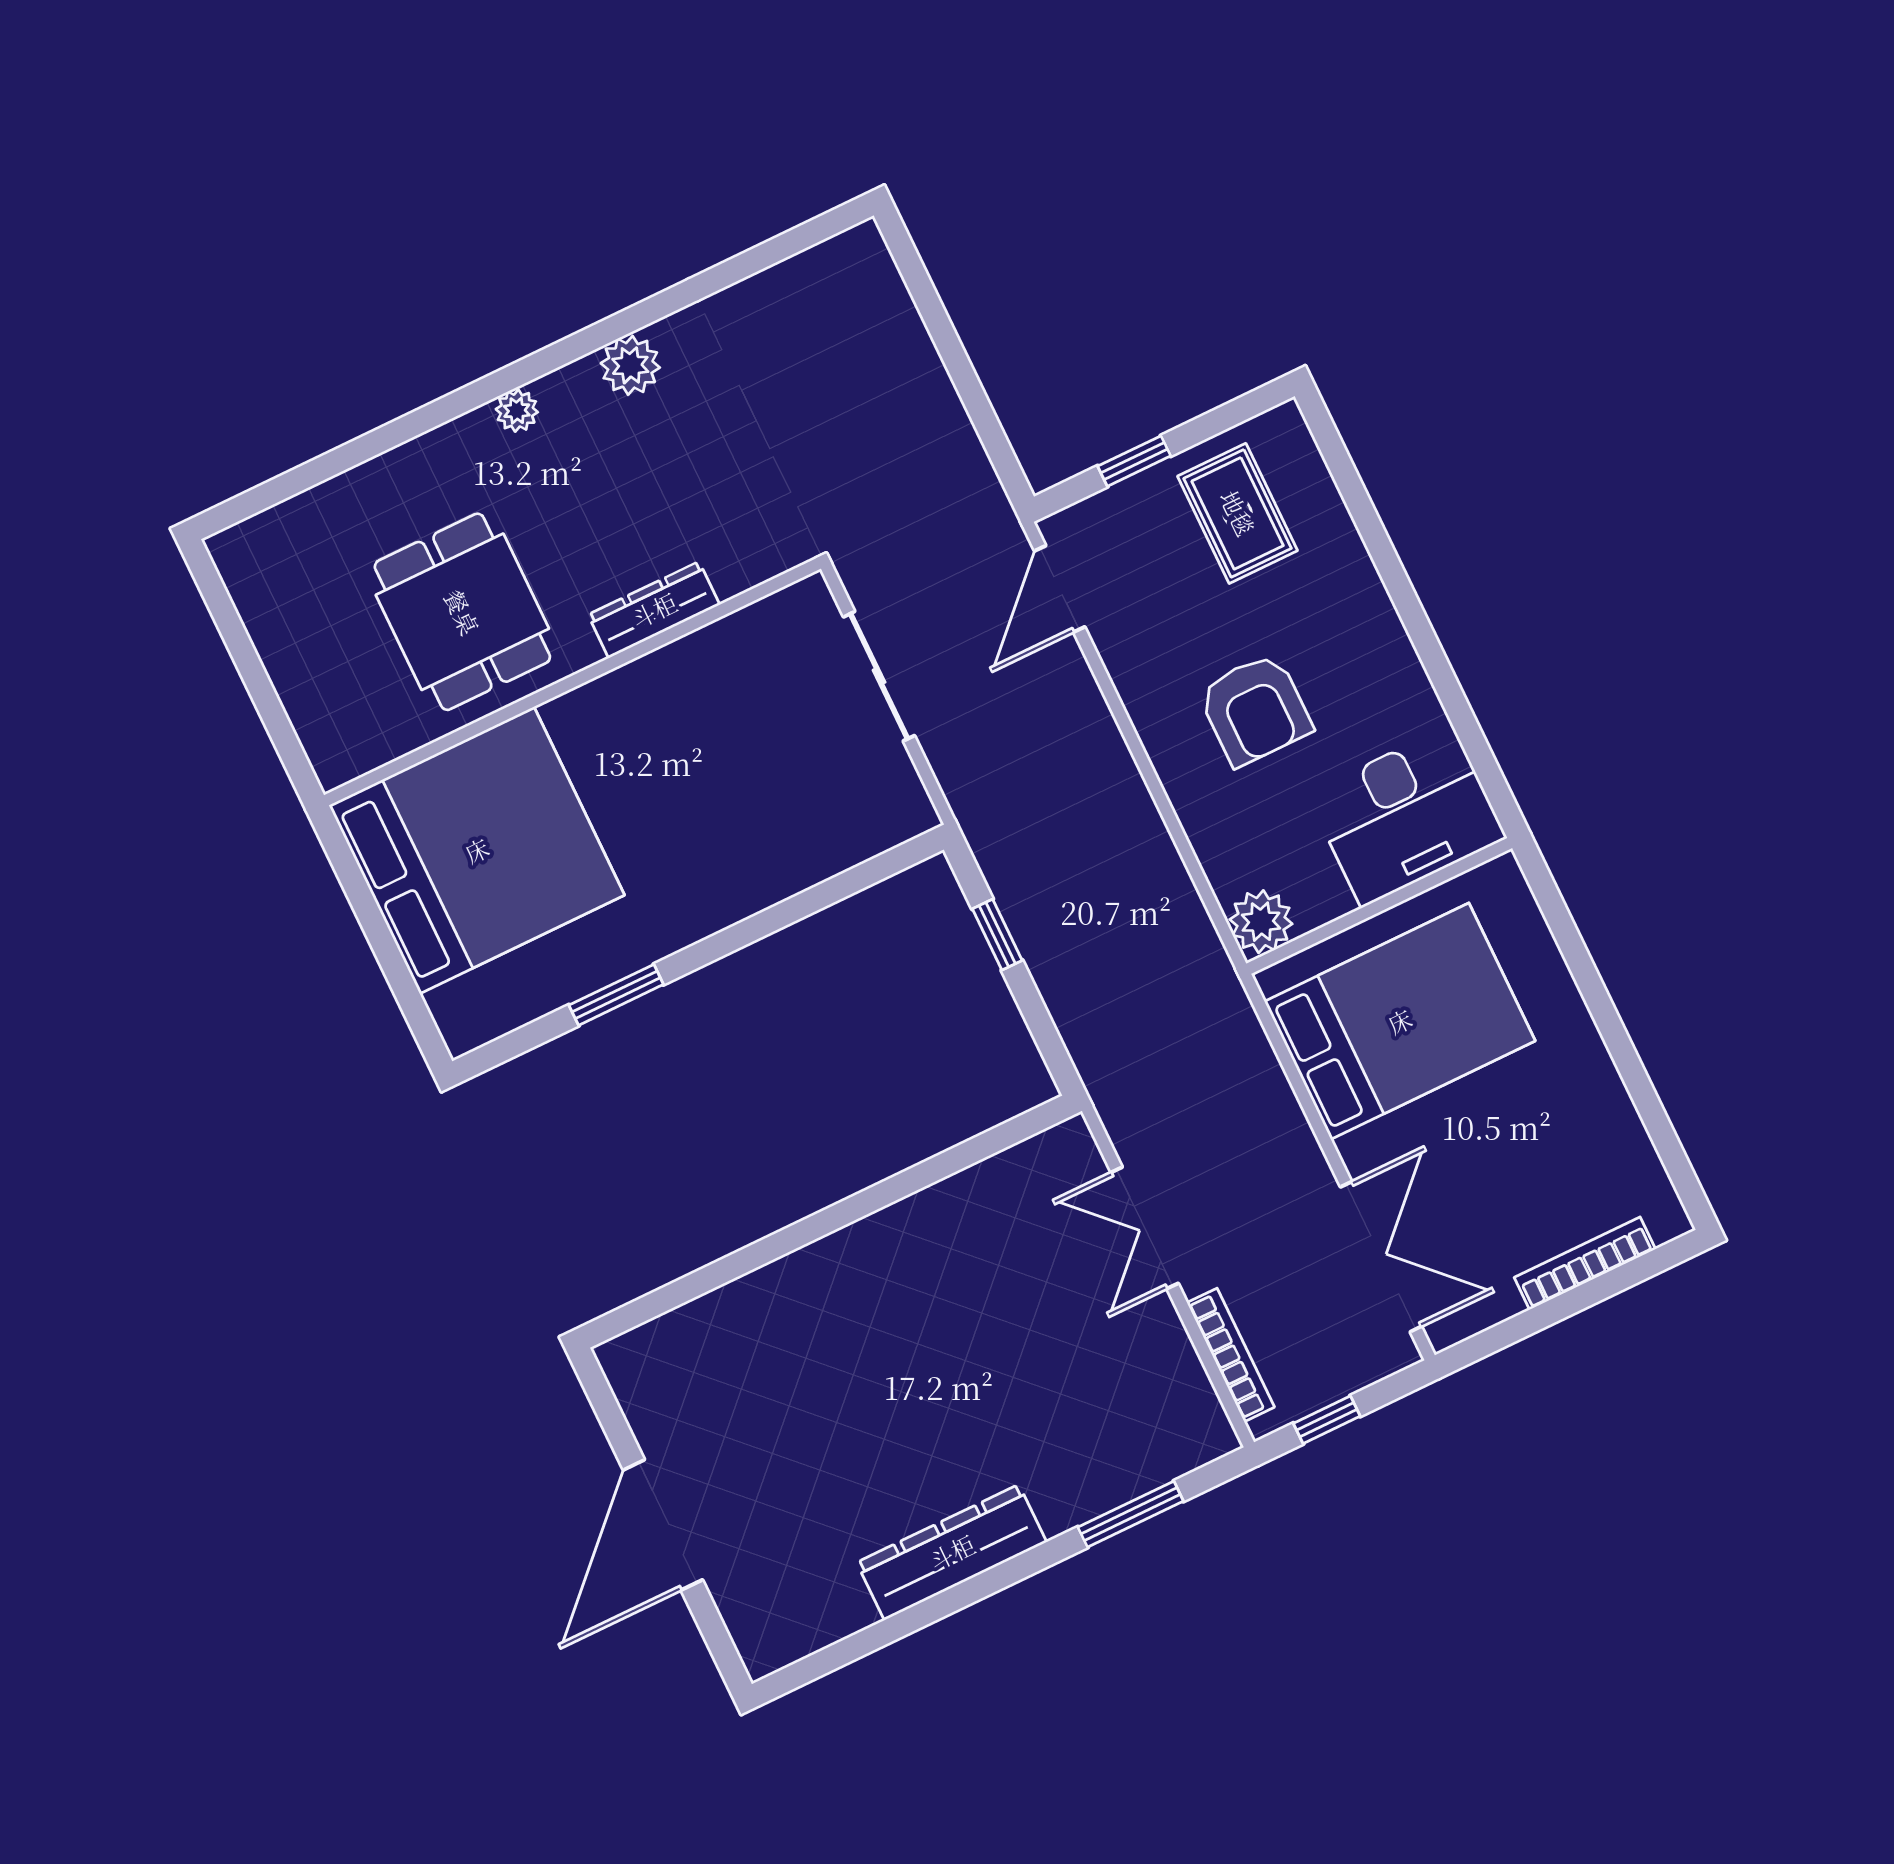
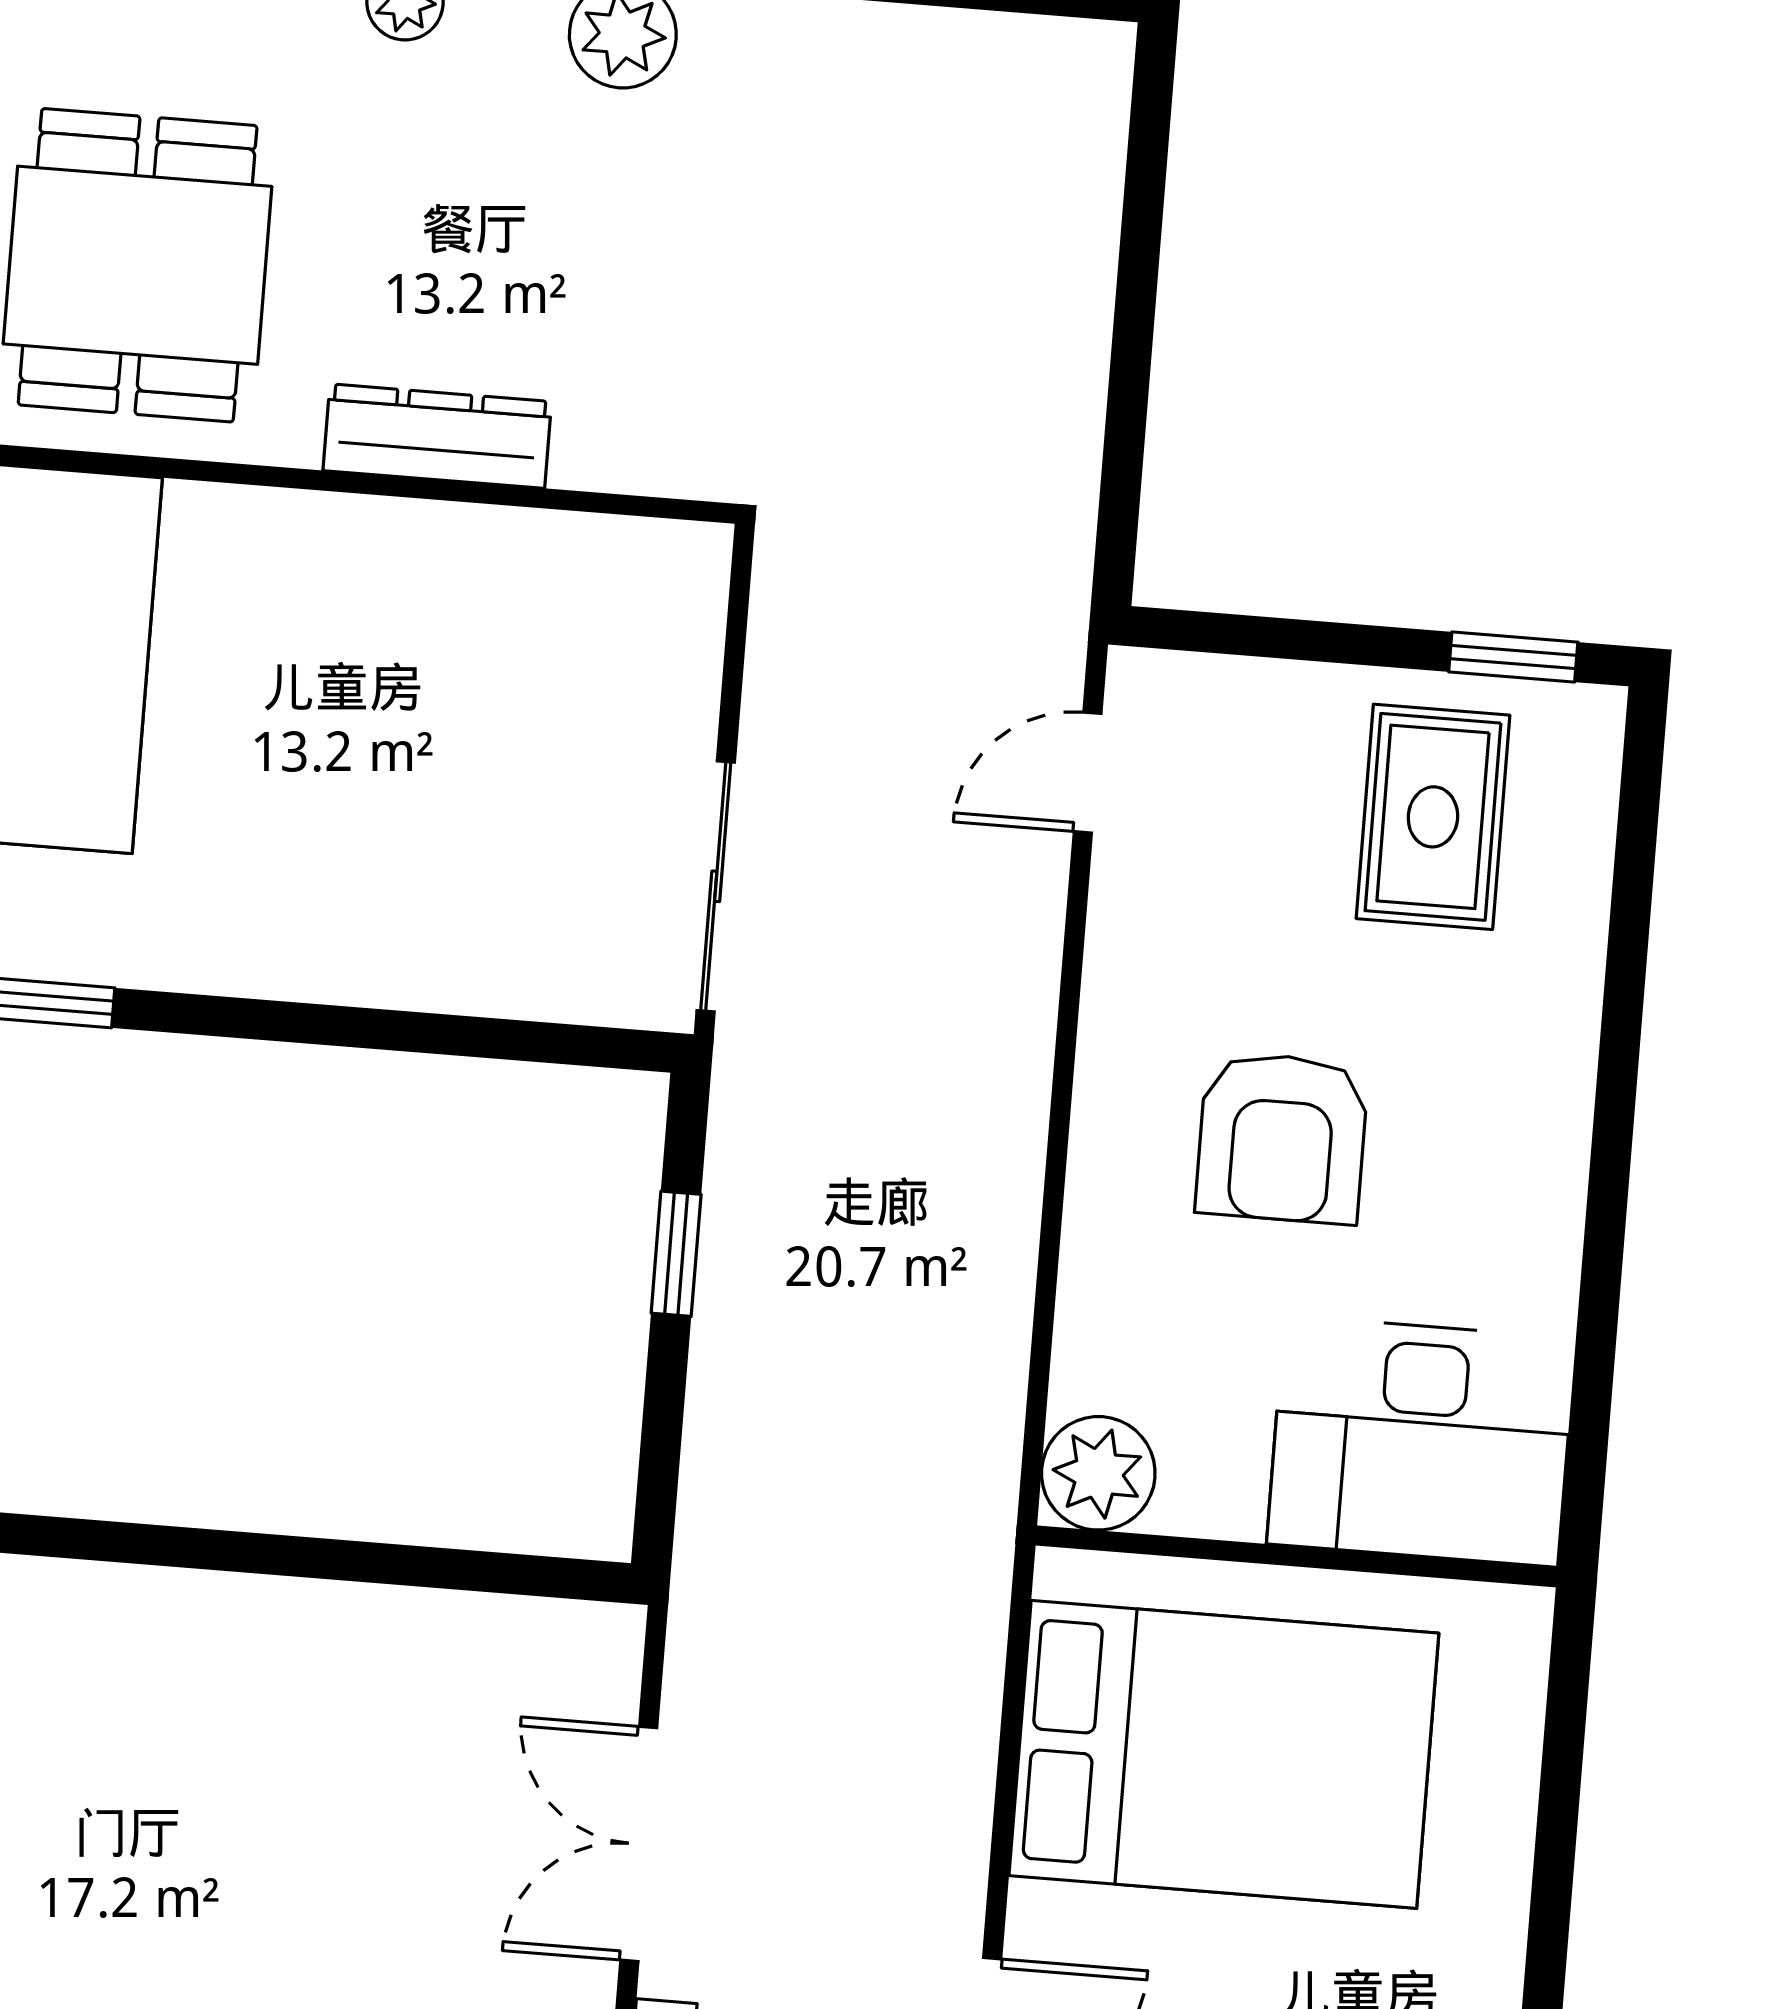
window: (1134, 461) -> (1513, 657), moved
door: (1060, 589) -> (1088, 773), width x0.73
sliding door: (879, 676) -> (716, 886), moved

